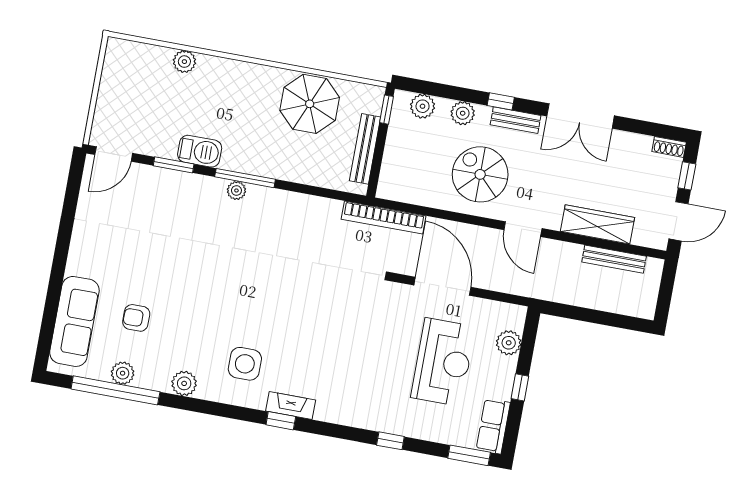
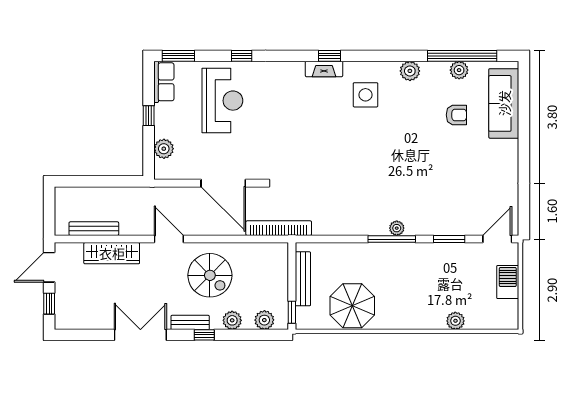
shoe rack: (669, 147) -> (67, 324), removed
barbecue: (200, 151) -> (508, 282), moved, turned 90
reception desk: (443, 362) -> (222, 101), moved, turned 180

